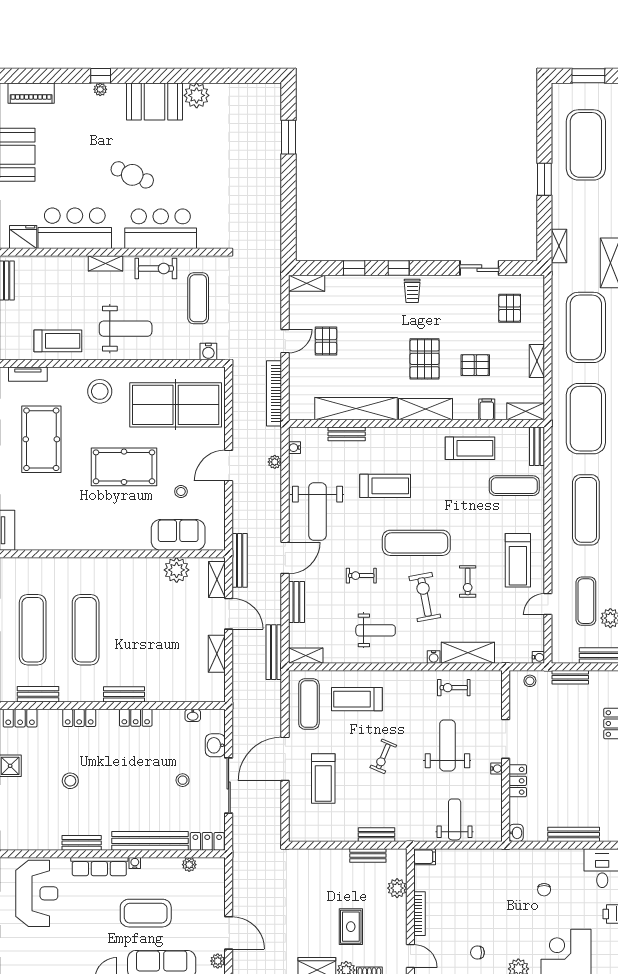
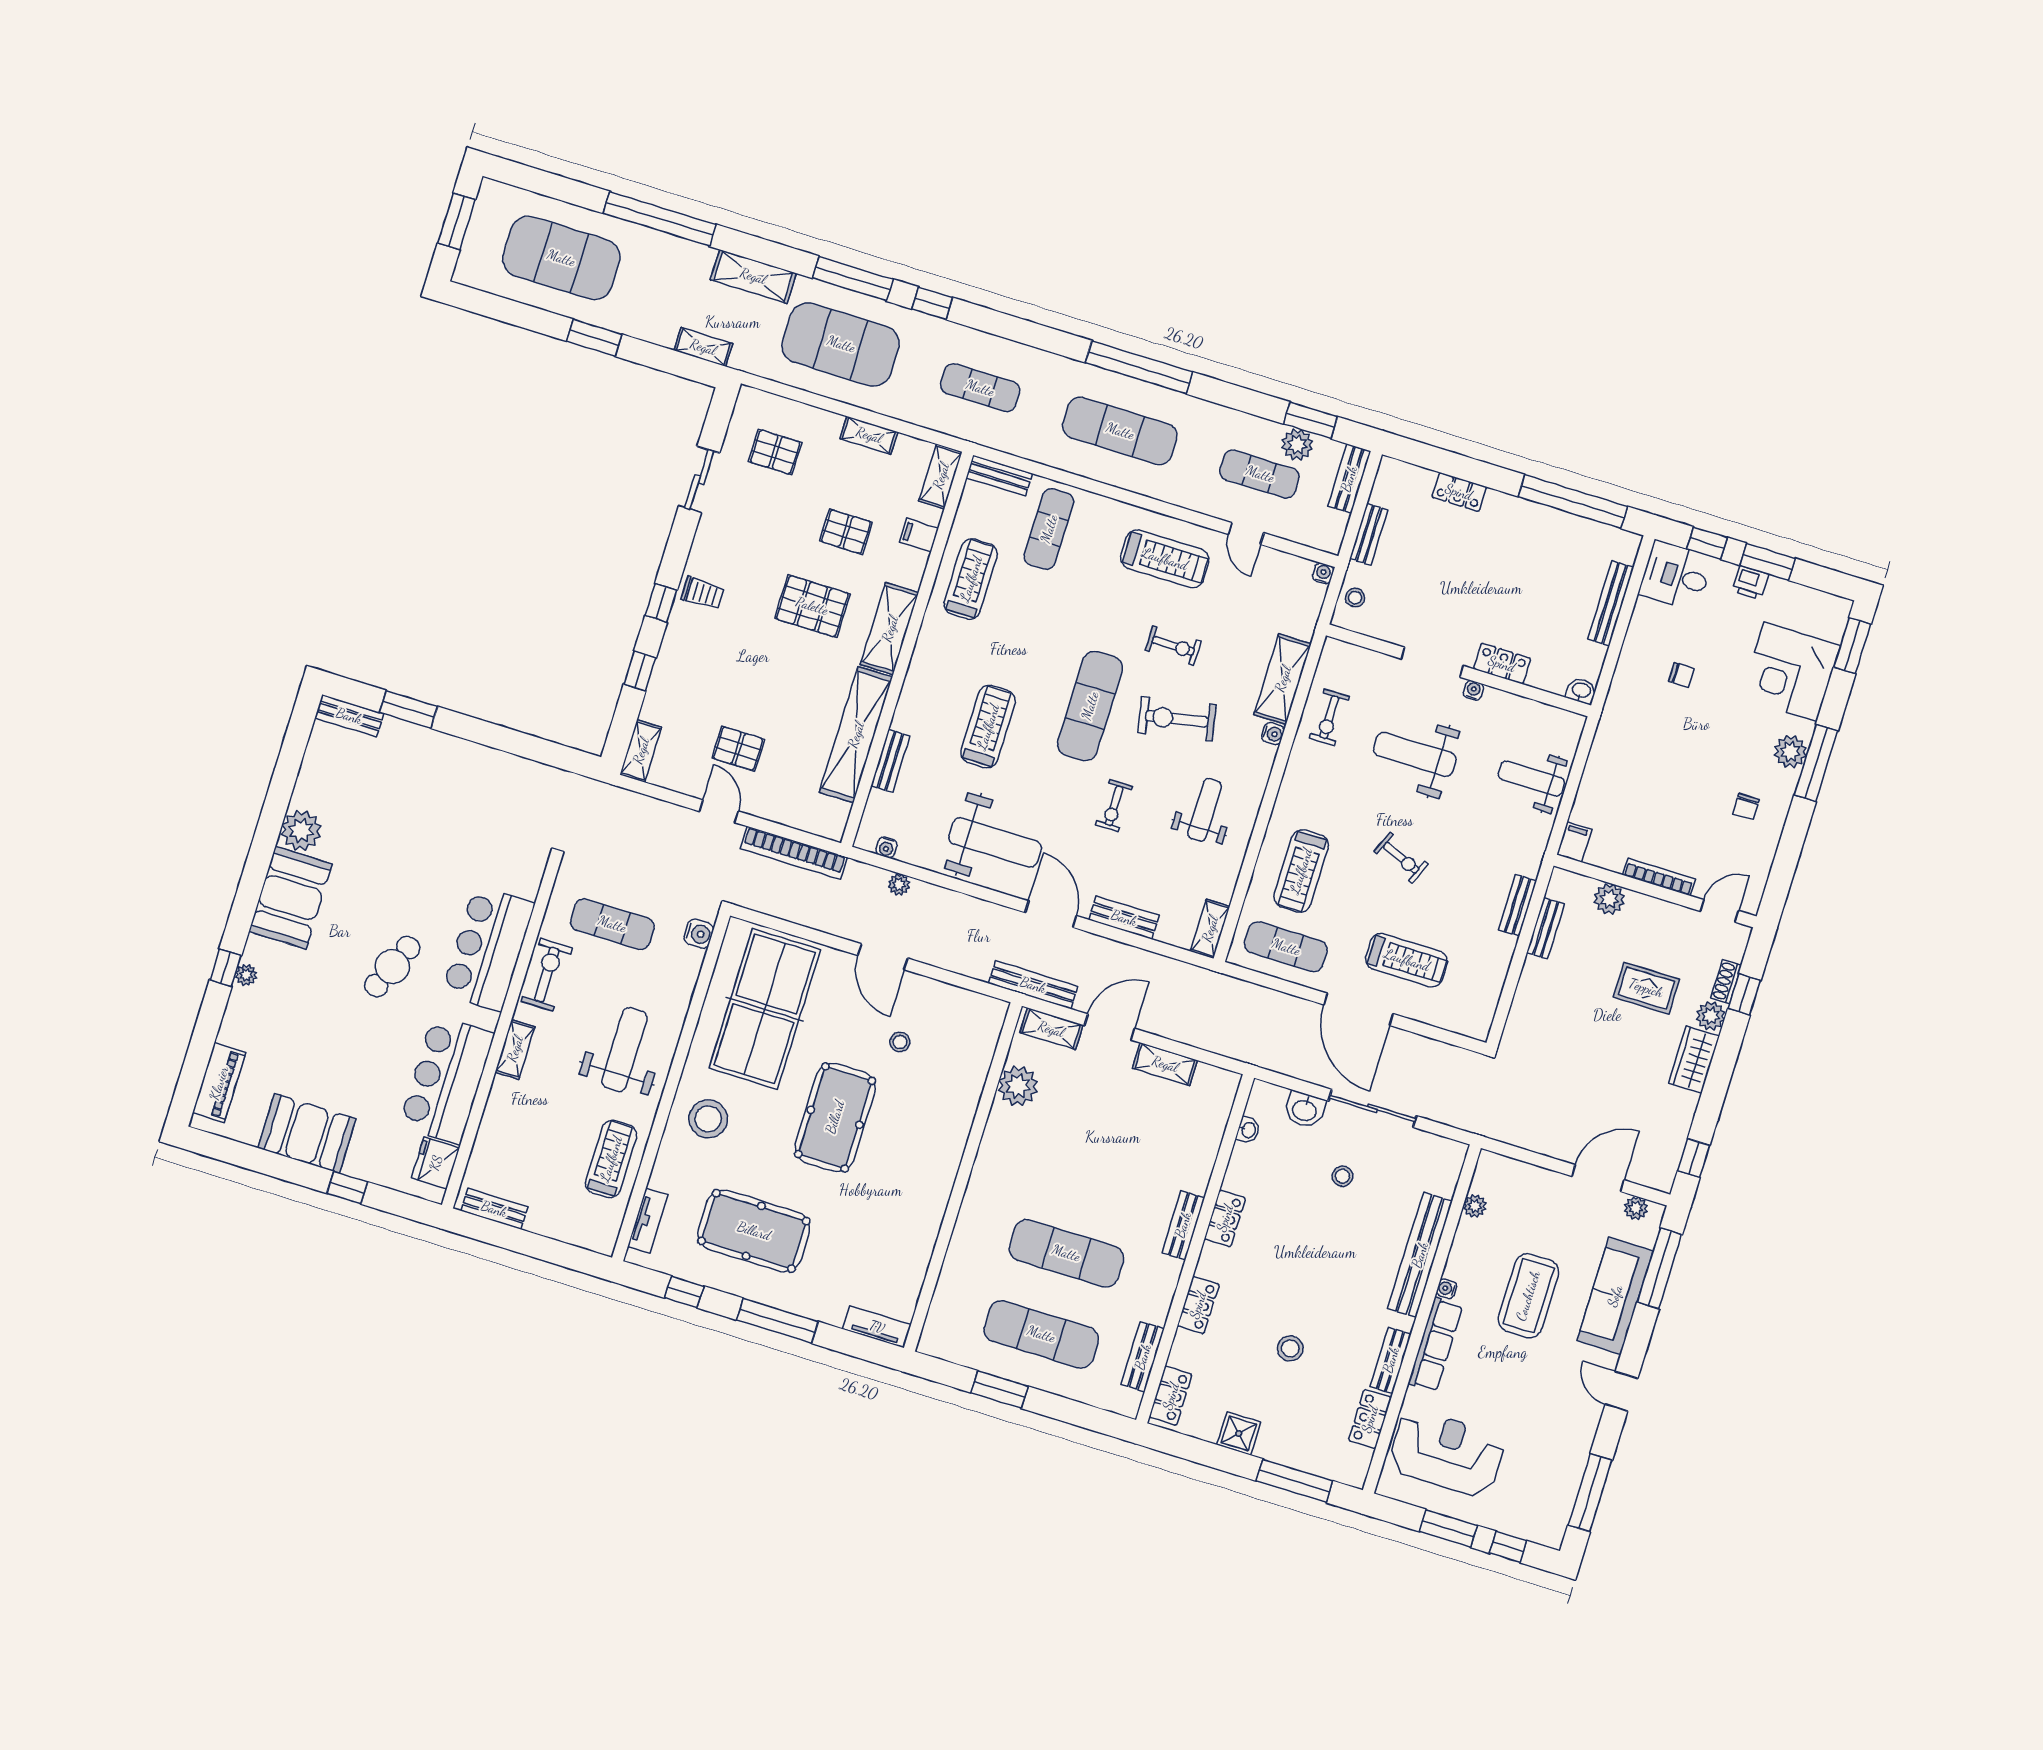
pallet: (475, 365) -> (846, 532), turned 90
exercise mat: (586, 419) -> (980, 388), width x0.50, depth x0.69
sofa: (178, 535) -> (965, 1067), removed
bench: (274, 652) -> (349, 716), moved, width x0.73
locker: (207, 841) -> (1370, 1419), moved

